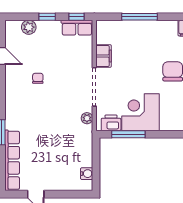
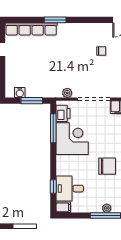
window: (96, 160) -> (32, 101), added

